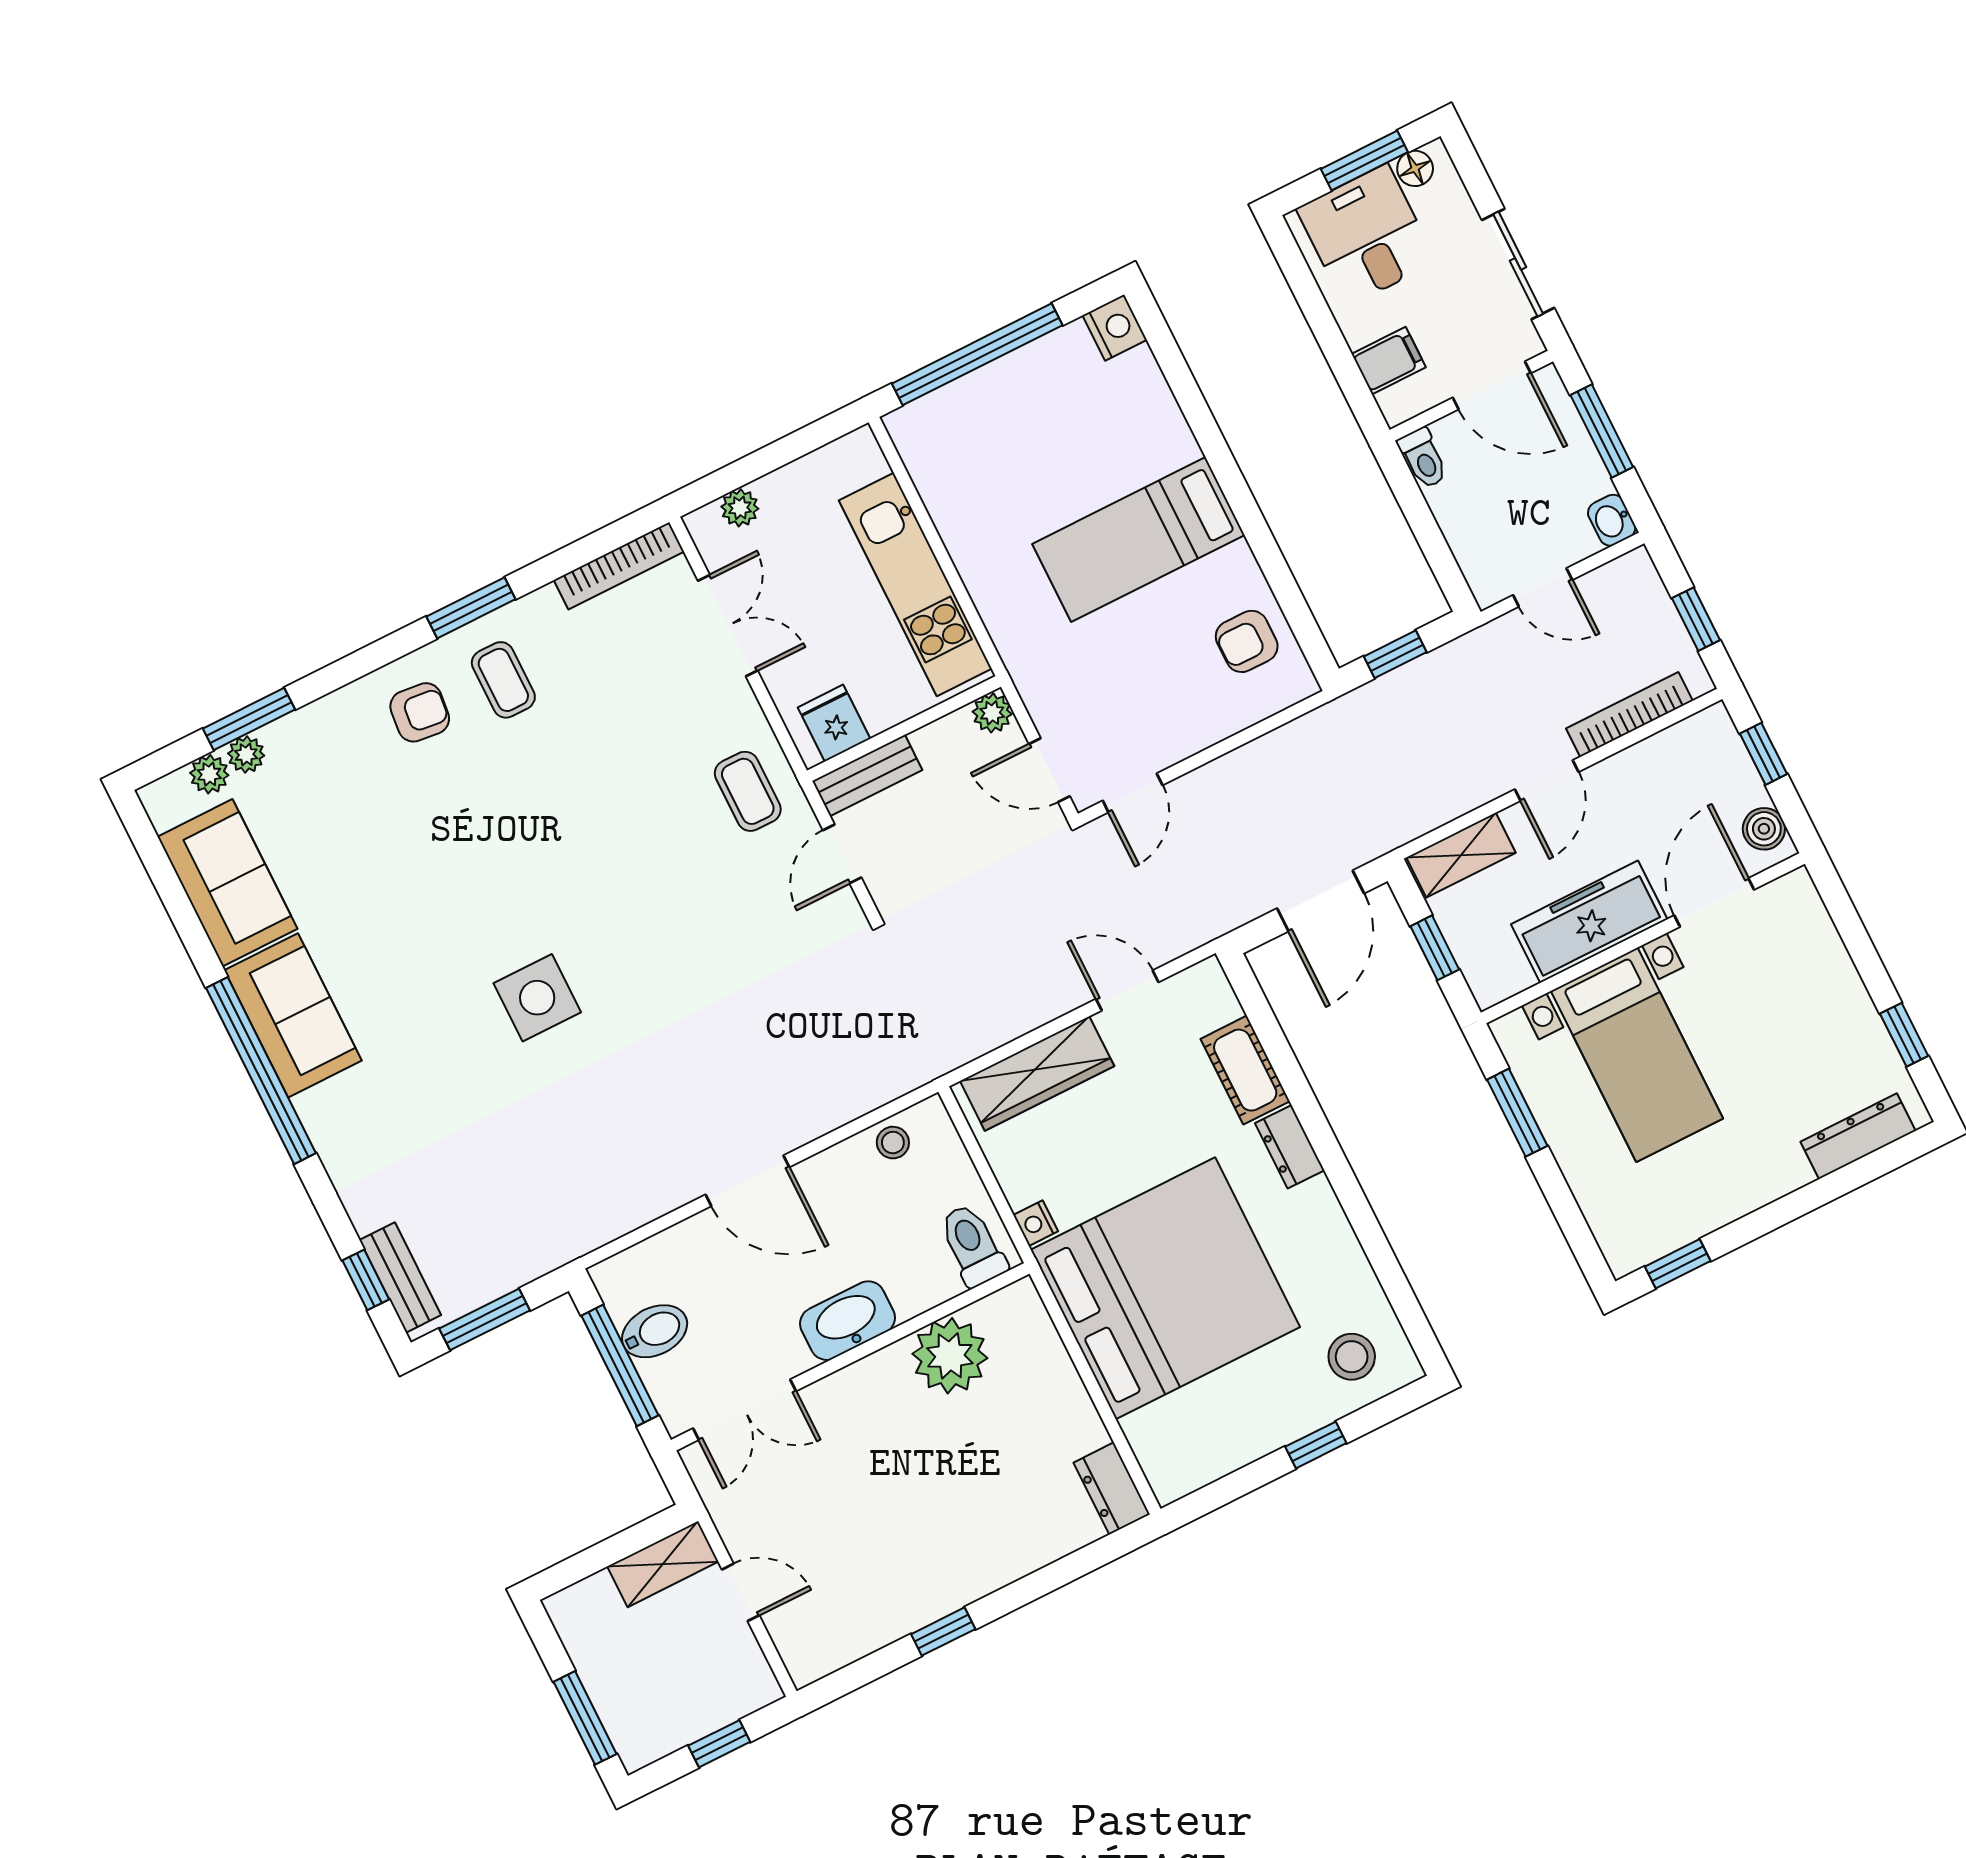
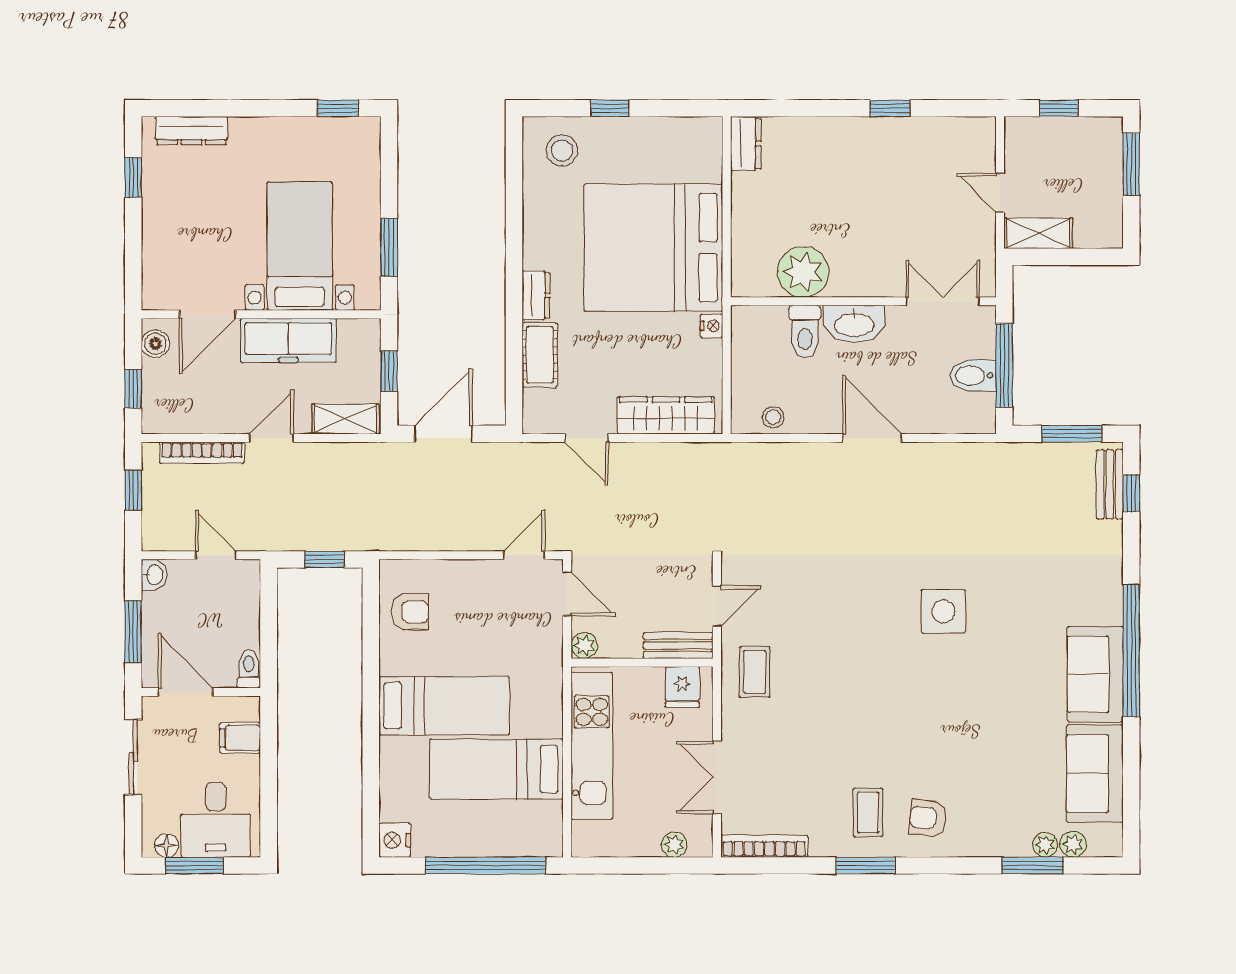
bed: (1027, 490) -> (496, 769), added
toilet: (972, 1245) -> (805, 332), moved

